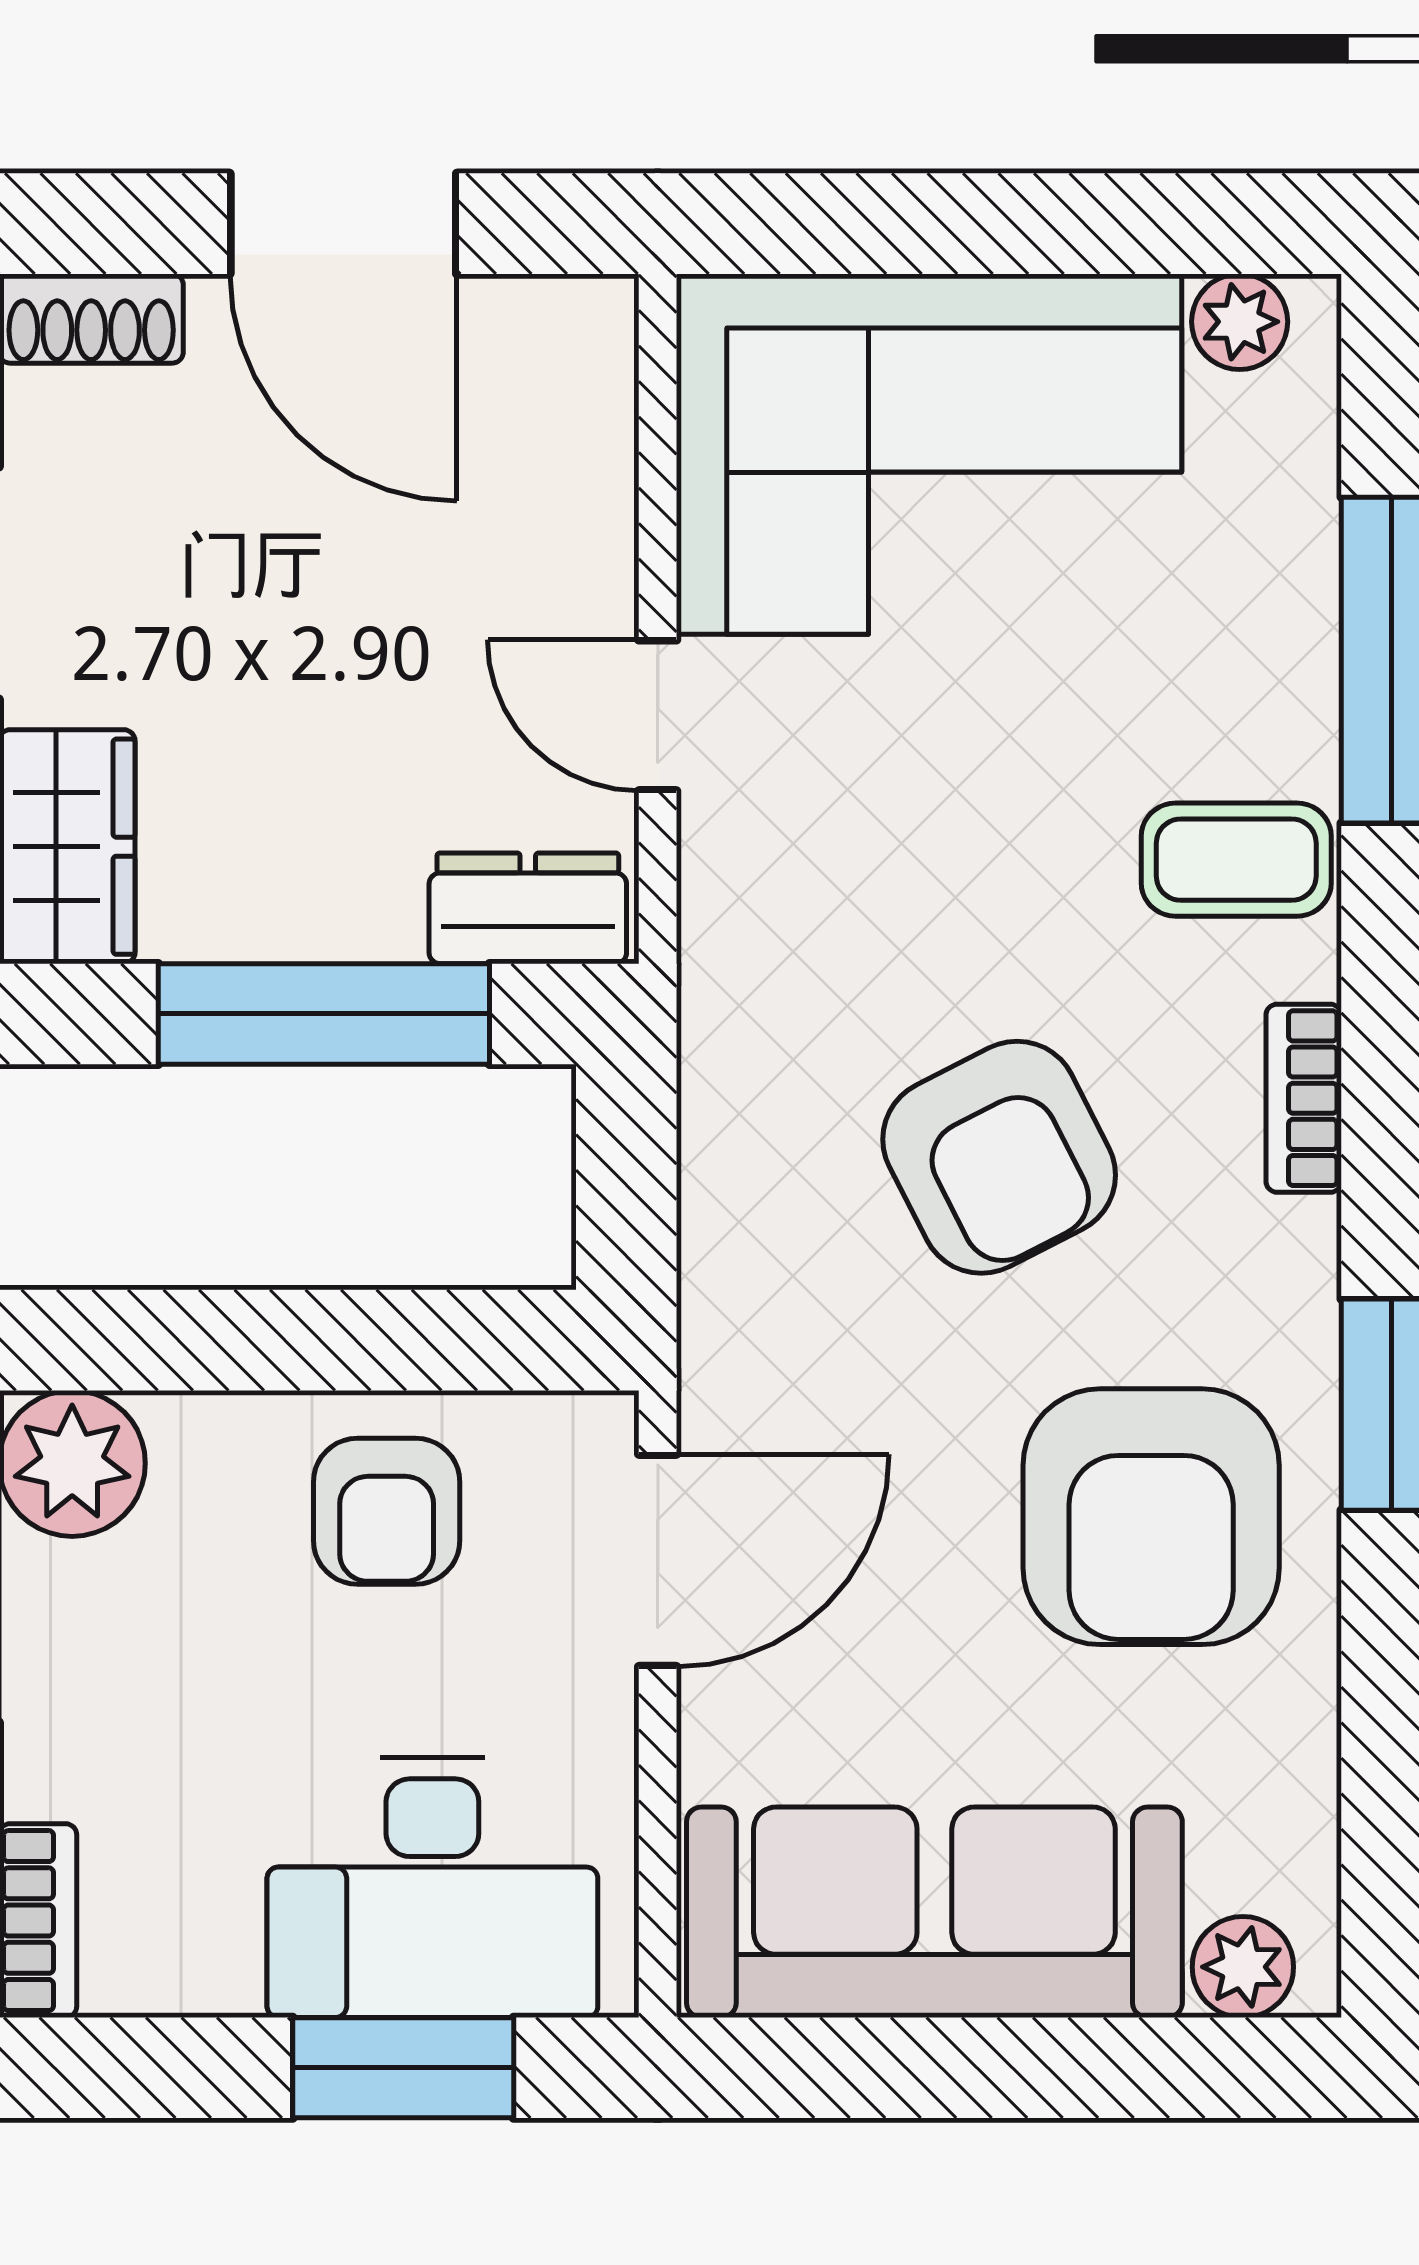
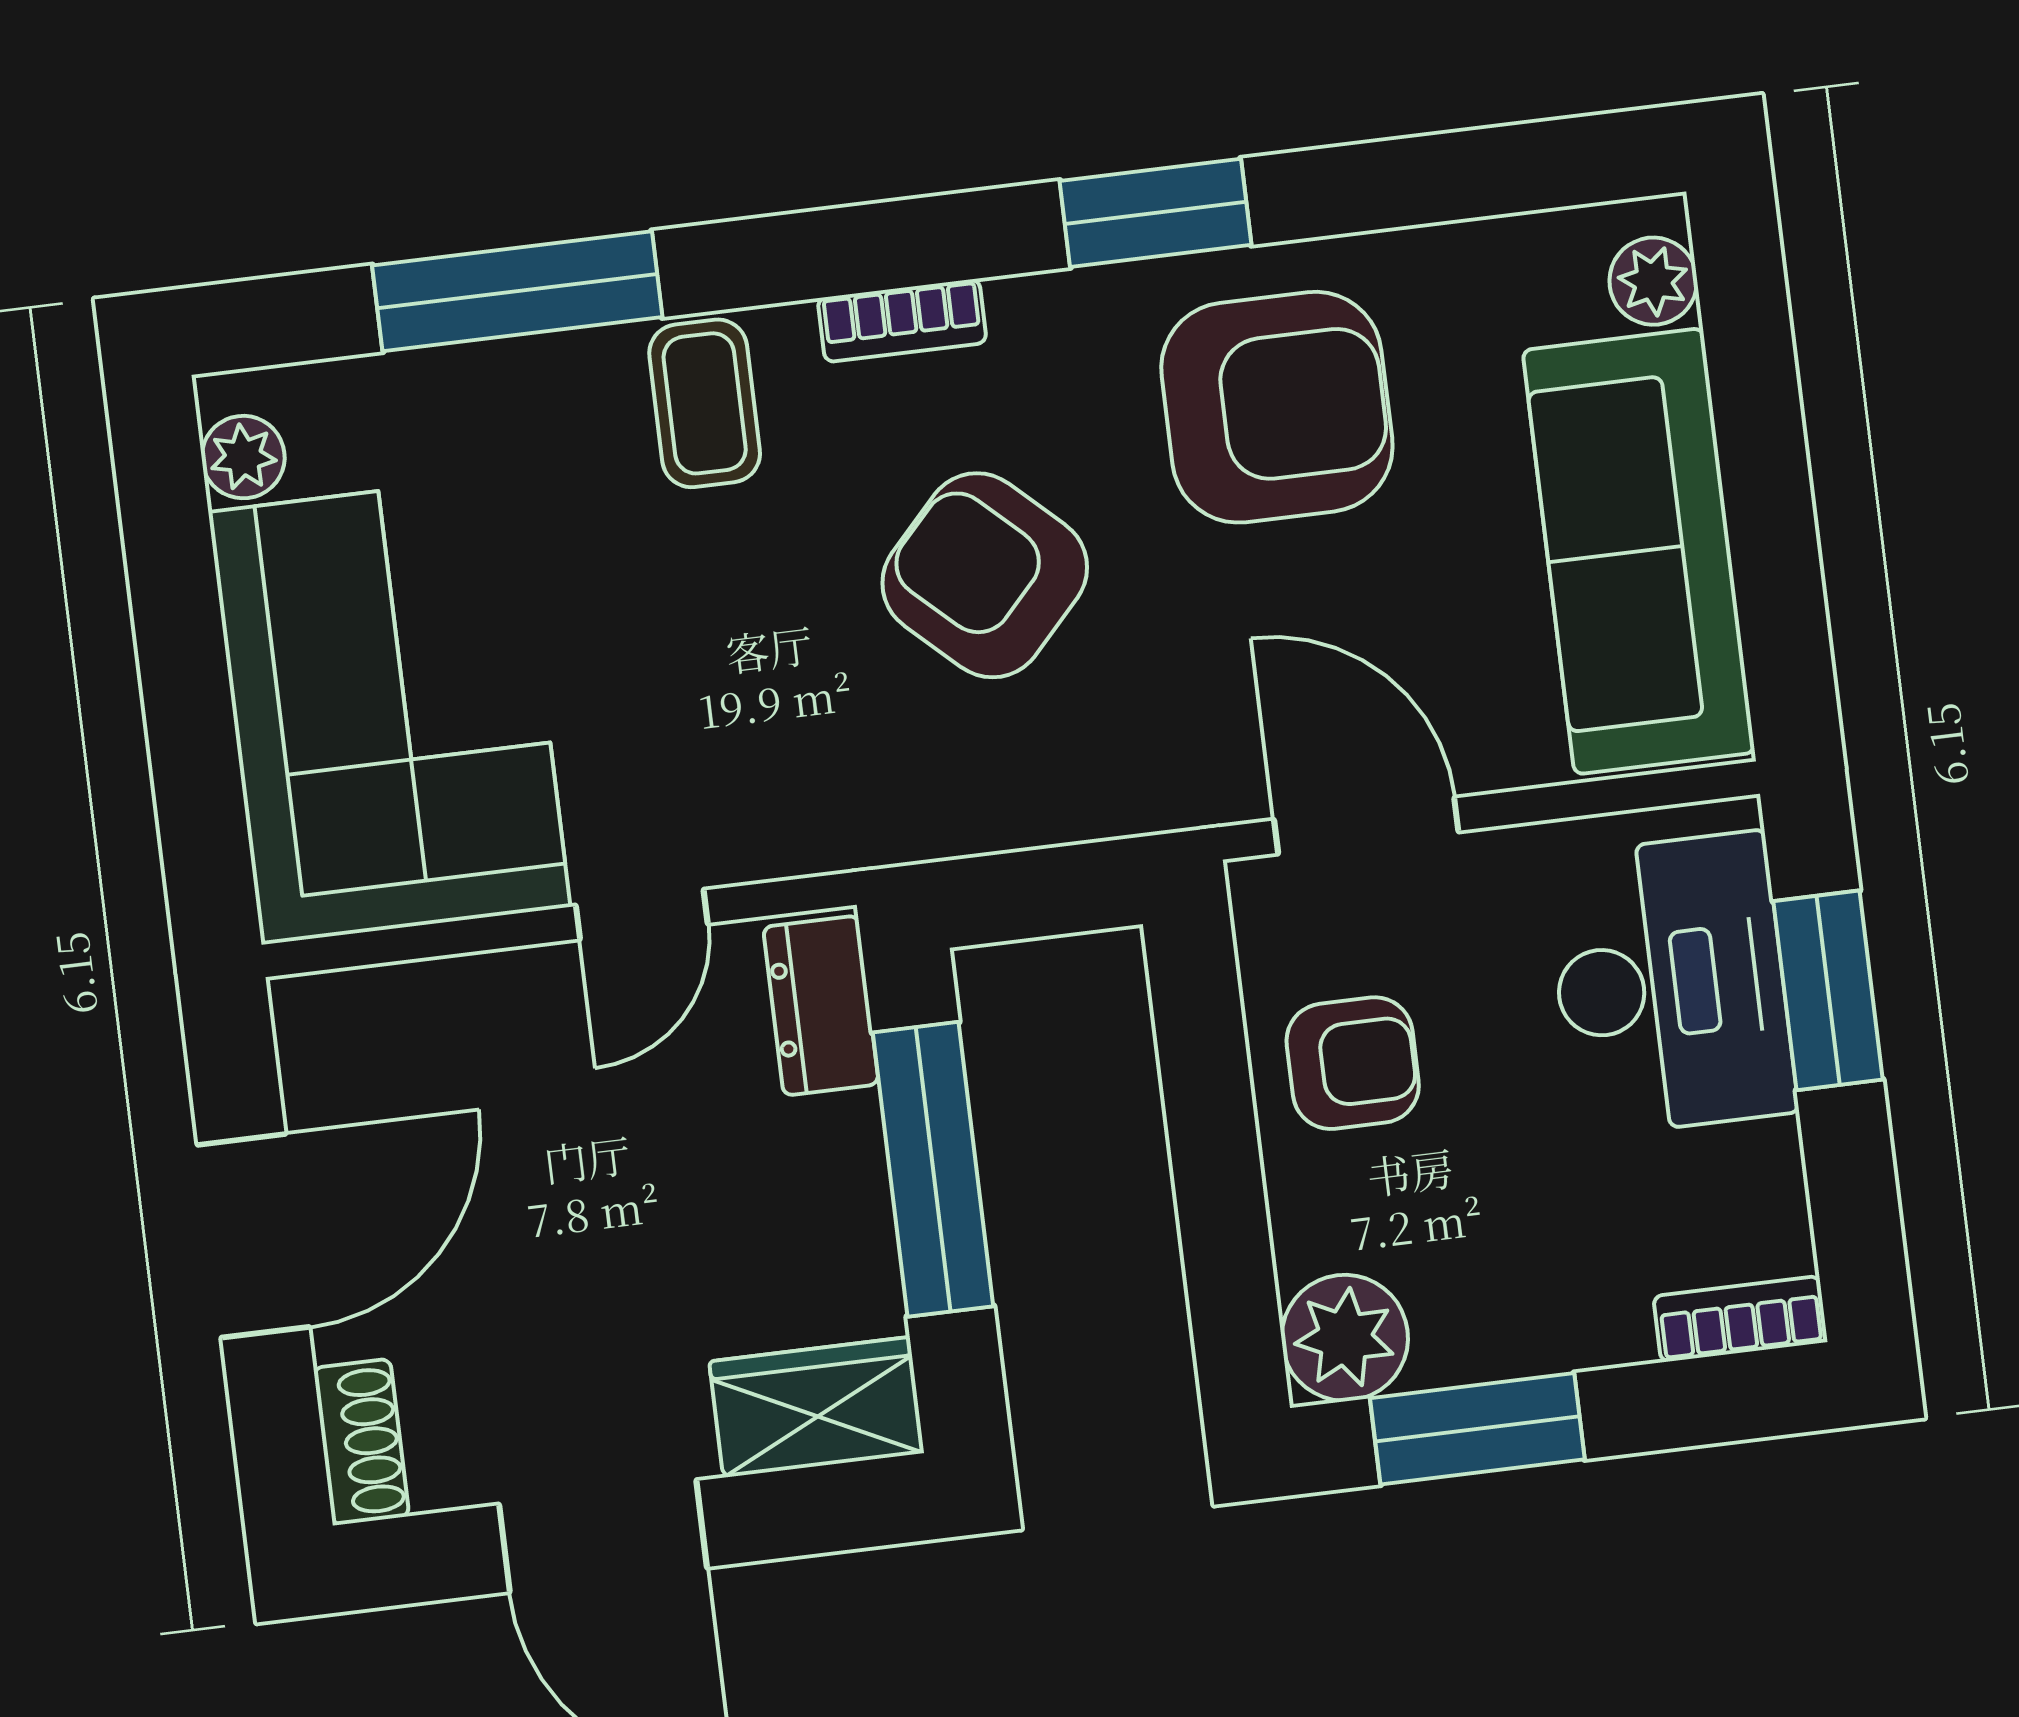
armchair: (999, 1157) -> (985, 575), turned -110

